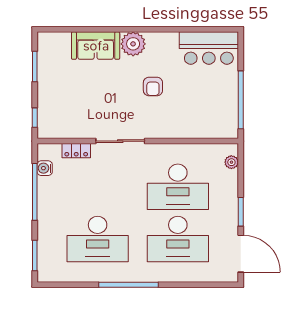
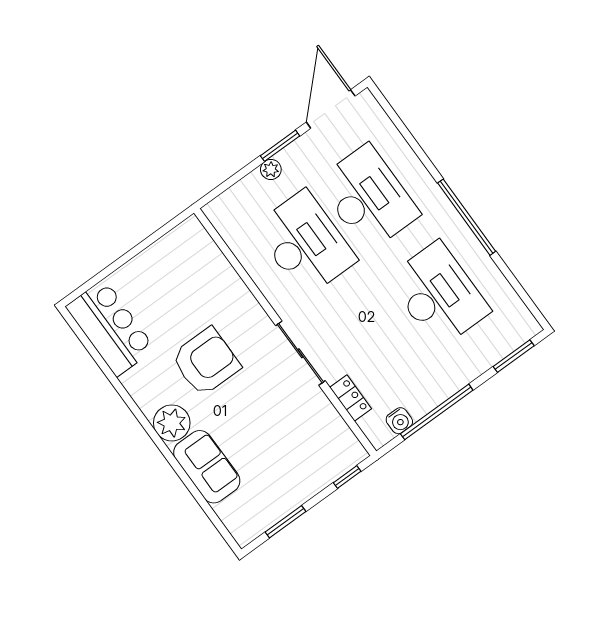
armchair: (153, 86) -> (206, 362), width x1.88, depth x1.88
window: (241, 100) -> (145, 244), removed
plant: (231, 162) -> (271, 169), moved

